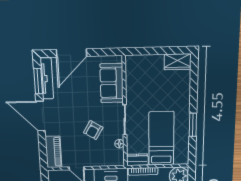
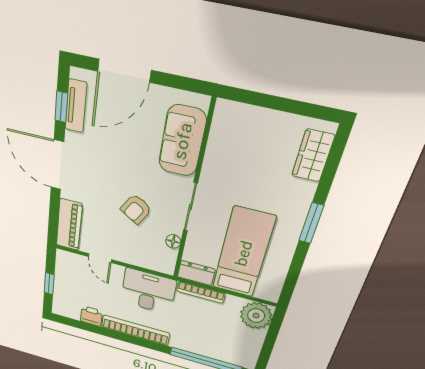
wardrobe: (178, 62) -> (313, 156), moved, turned 90
tv unit: (47, 79) -> (76, 106), width x0.71
window: (38, 81) -> (61, 107), width x0.67
window: (193, 125) -> (311, 223), moved

